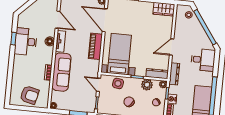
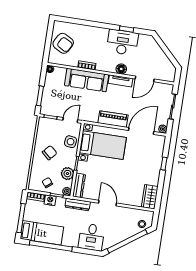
armchair: (30, 95) -> (63, 43), turned -74

